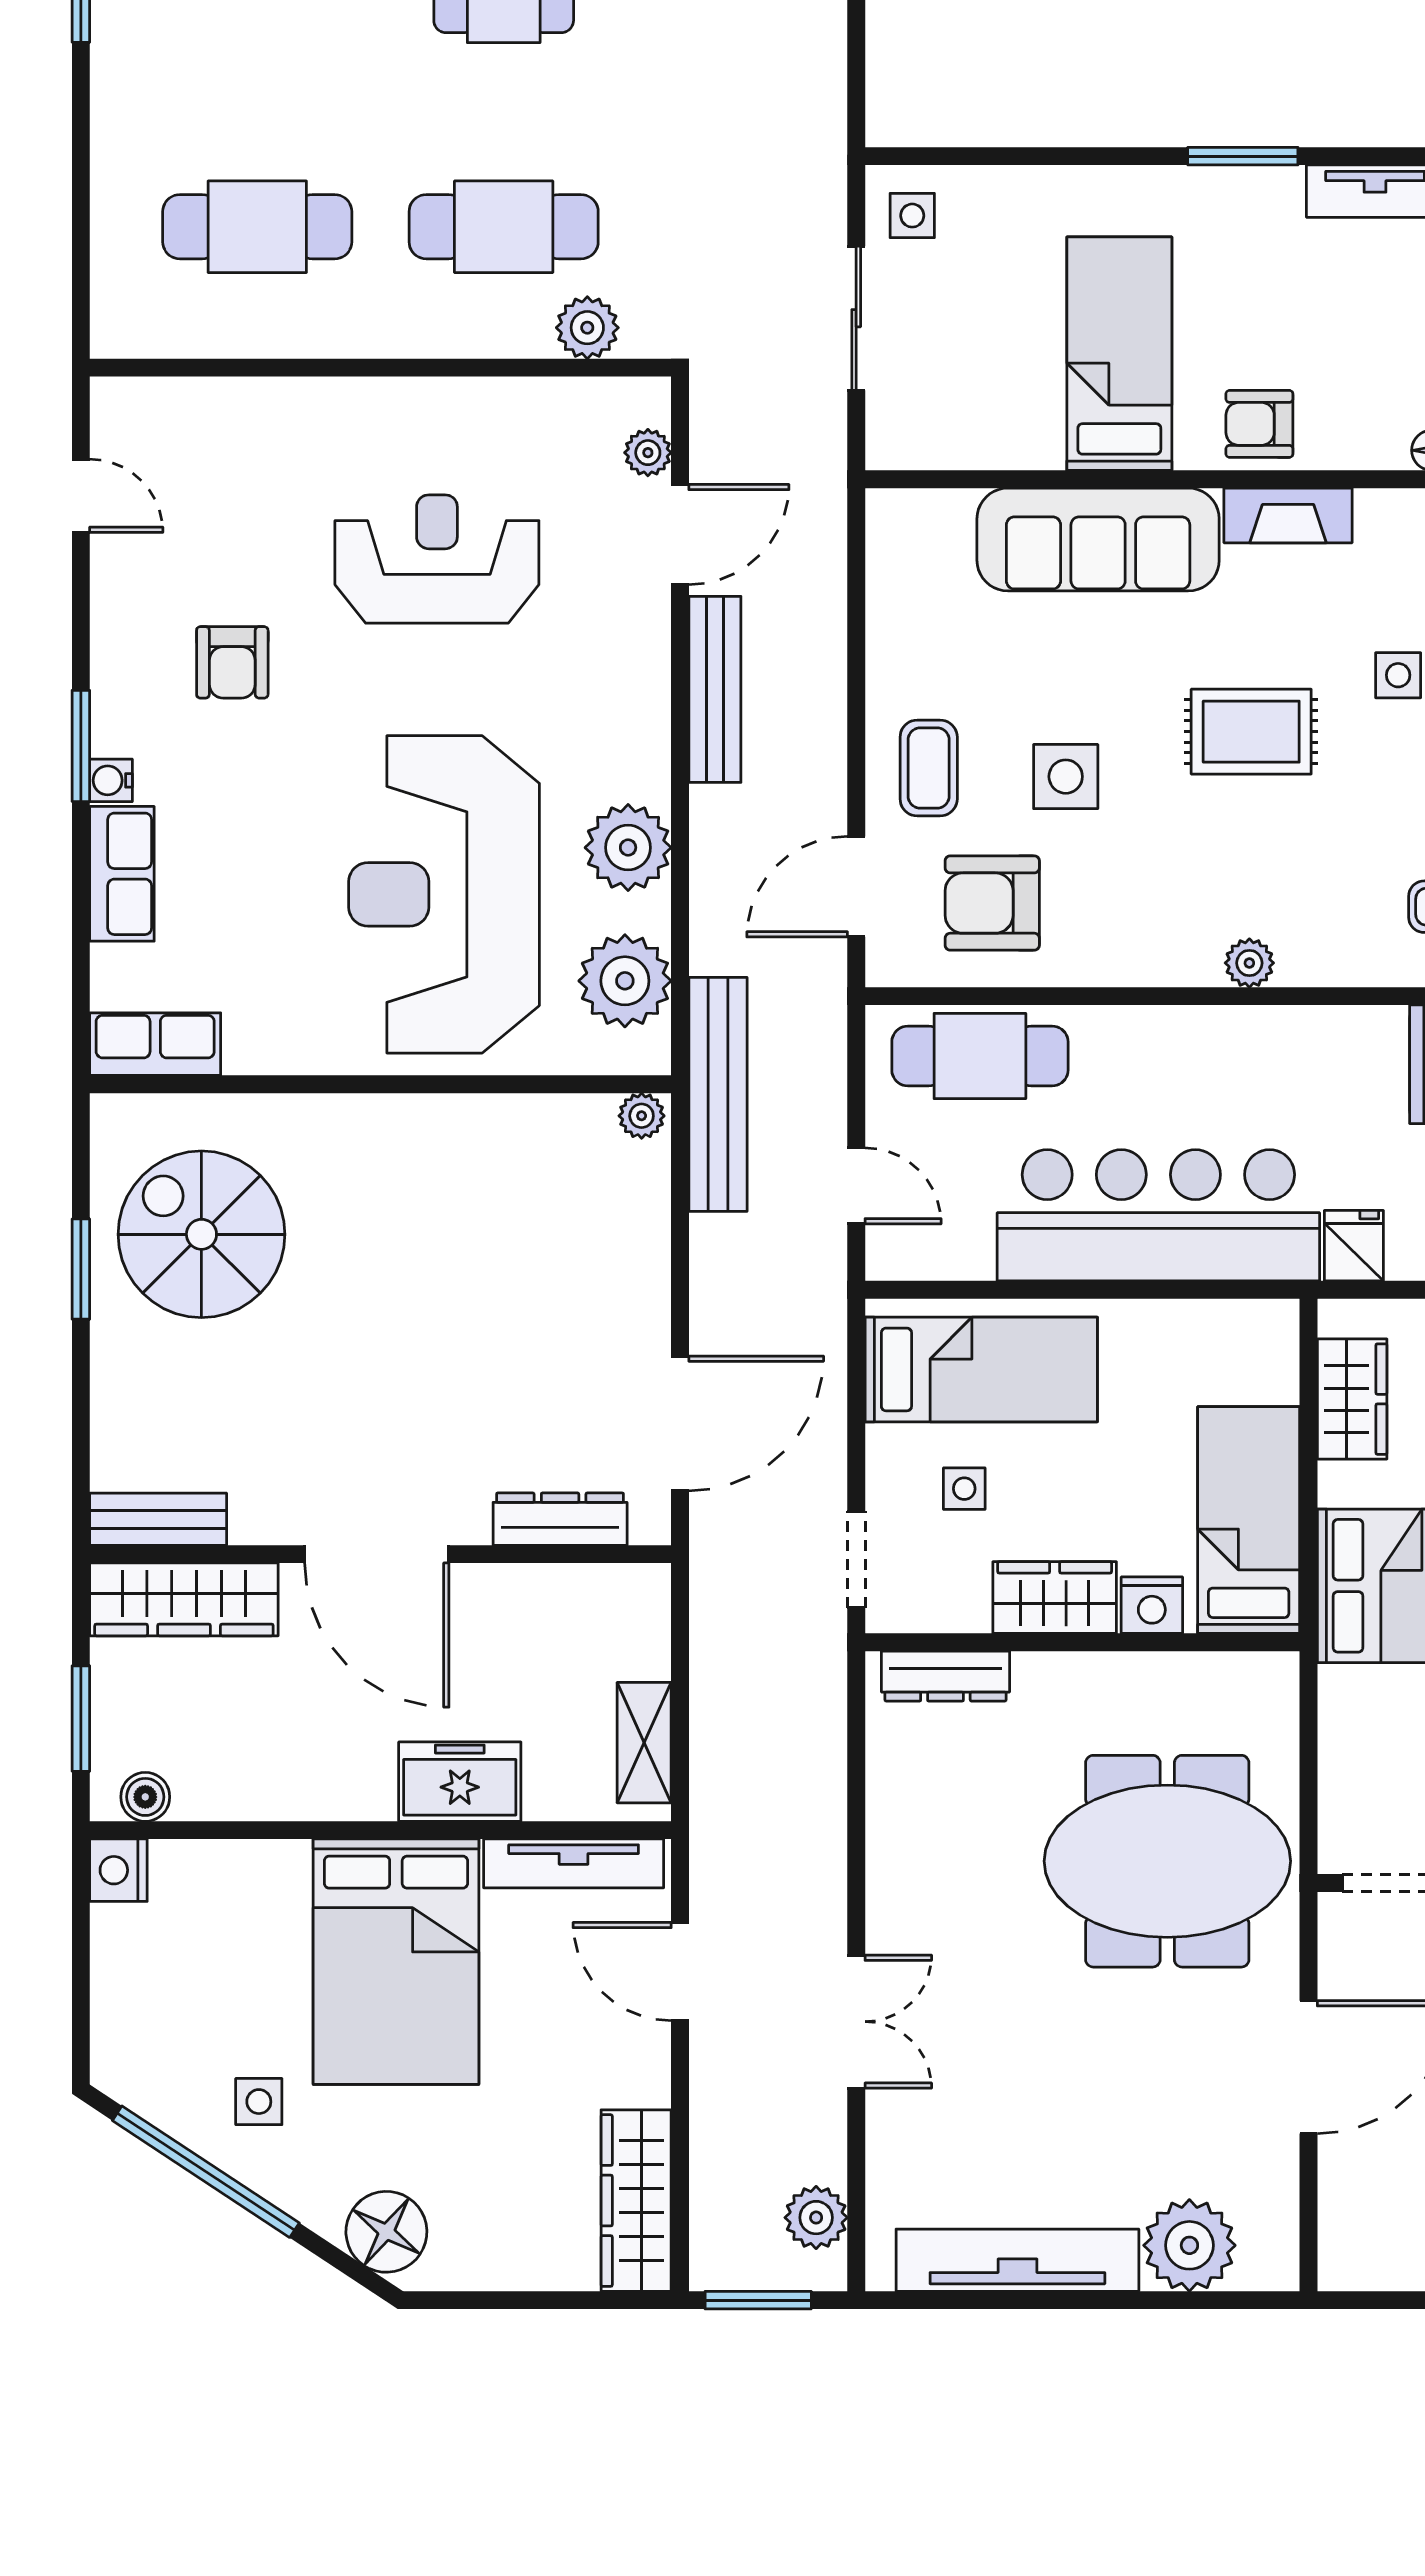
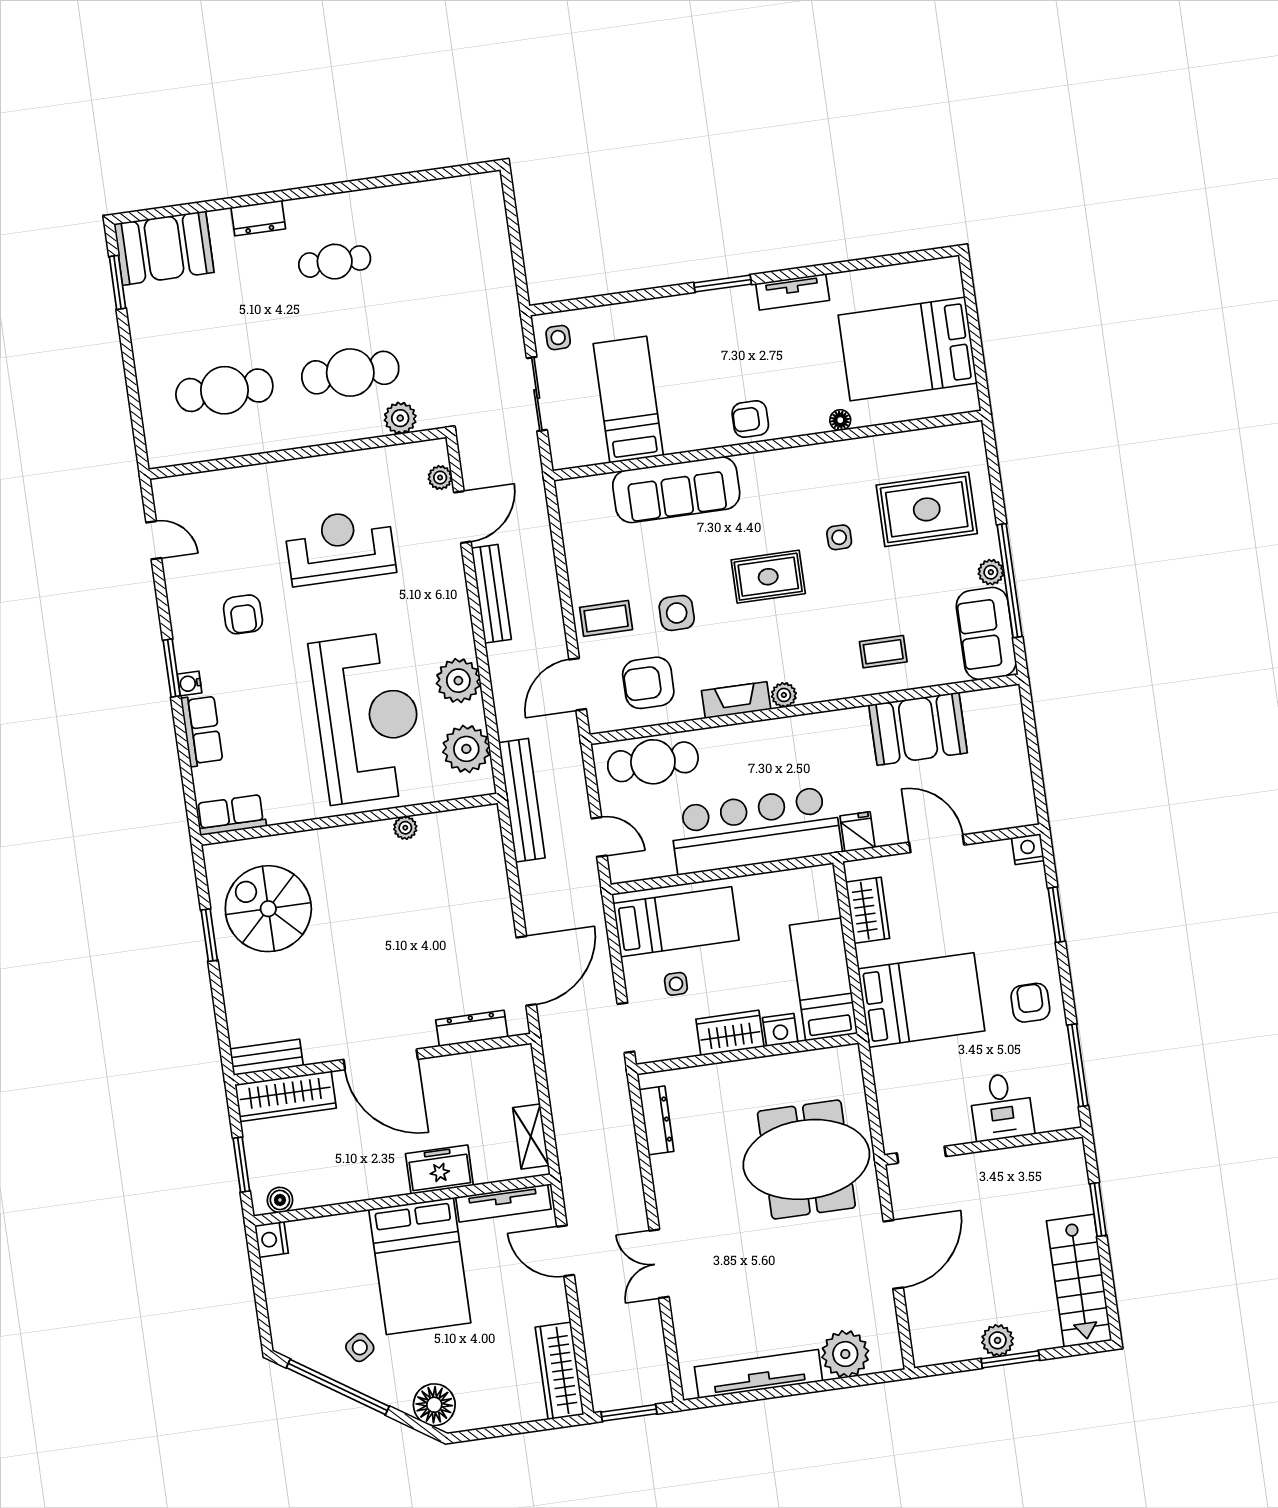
bed: (1119, 354) -> (628, 400), moved
fireplace: (1288, 515) -> (736, 700), moved, turned 180
coffee table: (929, 768) -> (606, 618), turned 90
reception desk: (444, 894) -> (368, 718), turned 180
plant: (642, 1116) -> (405, 828), moved
dresser: (945, 1676) -> (657, 1120), moved, turned -90
double door: (856, 2022) -> (659, 1264), swing flipped
side table: (259, 2102) -> (360, 1347), turned -33
plant: (816, 2218) -> (653, 1367), removed

